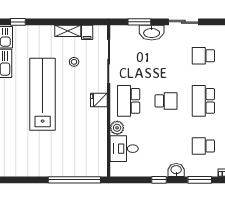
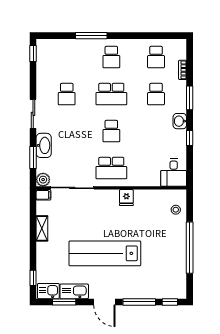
filing cabinet: (87, 32) -> (43, 195), moved
stool: (74, 62) -> (176, 210), moved
fridge: (99, 100) -> (126, 198), moved
school desk: (166, 101) -> (111, 131), turned 180
plant: (117, 128) -> (43, 180), moved
desk: (124, 149) -> (174, 173), moved
window: (74, 180) -> (190, 248), moved

